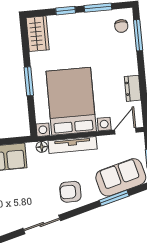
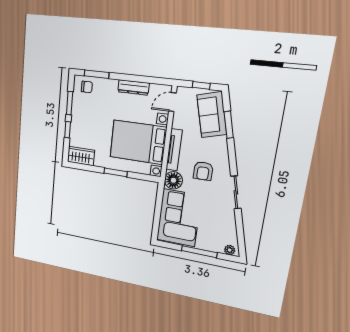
dresser: (133, 88) -> (134, 87), width x1.44
door: (125, 131) -> (172, 102), hinge flipped
floor lamp: (42, 147) -> (173, 180), width x1.89, depth x1.89
armchair: (70, 192) -> (203, 171), moved

